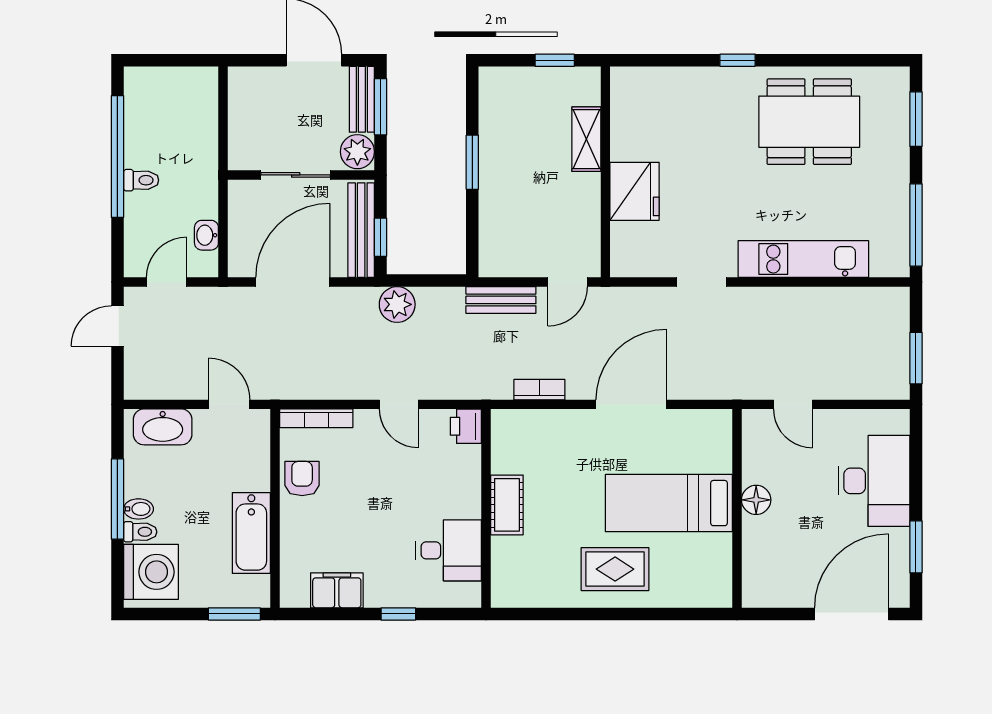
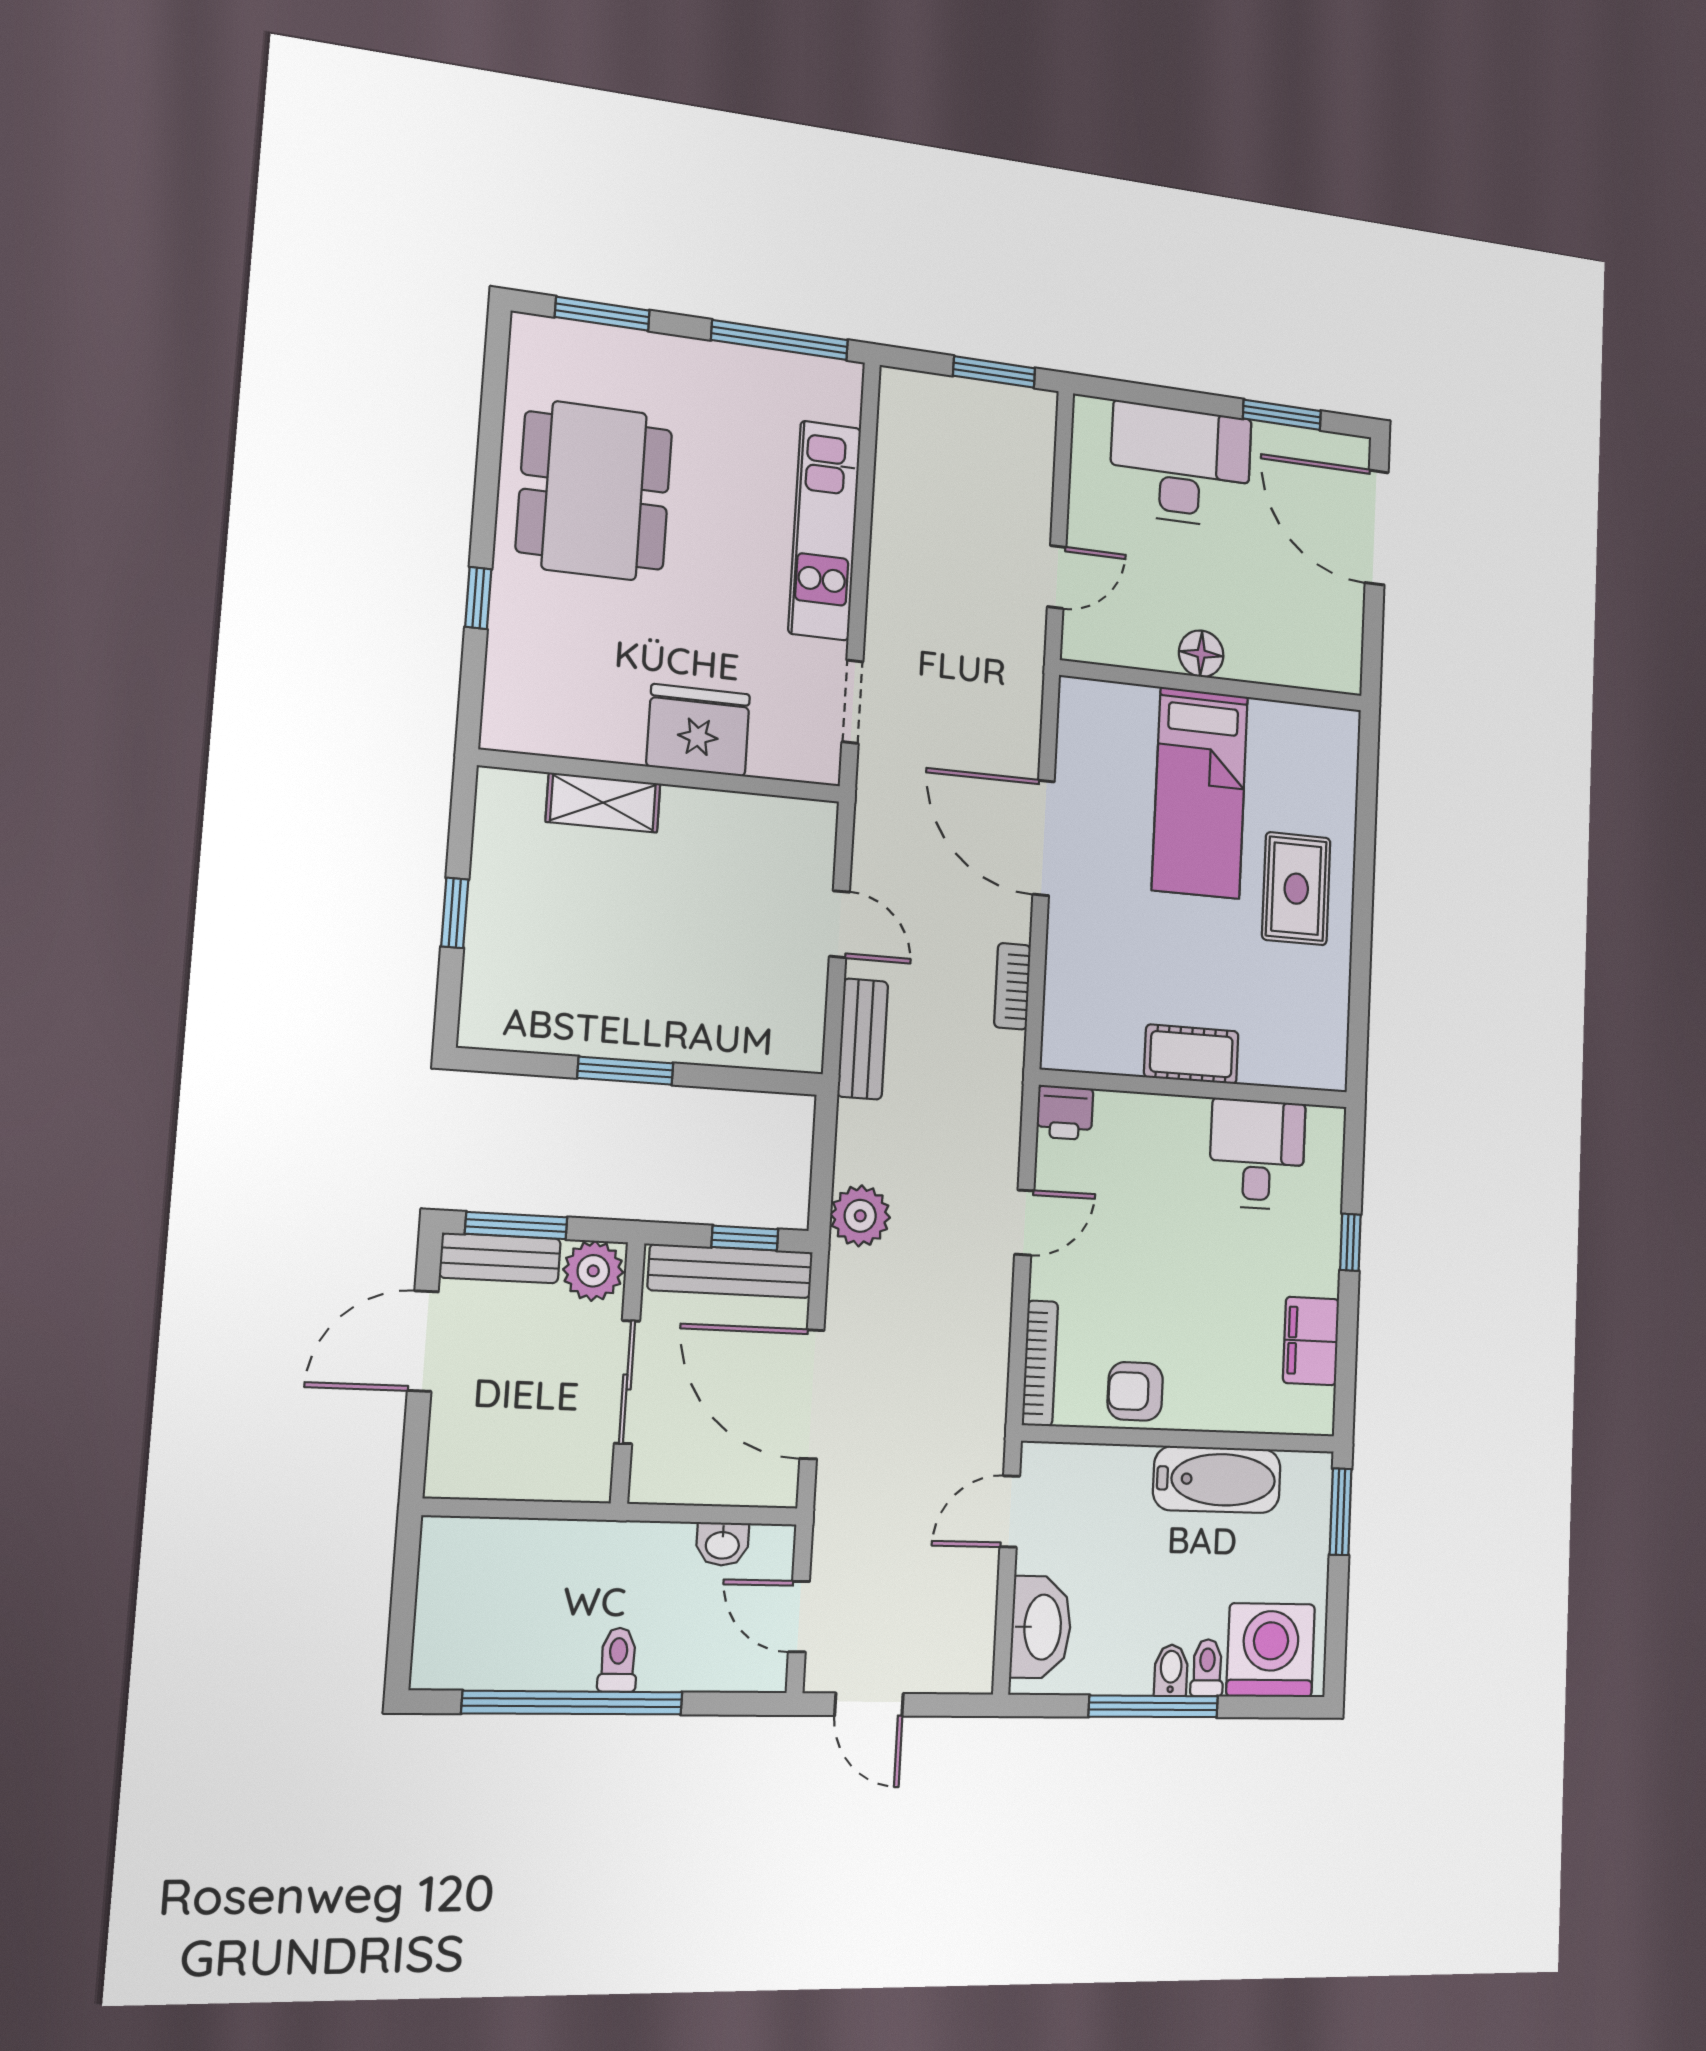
shelving: (586, 139) -> (603, 803), moved
wall: (605, 172) -> (662, 776), moved
fridge: (635, 191) -> (698, 730), moved

